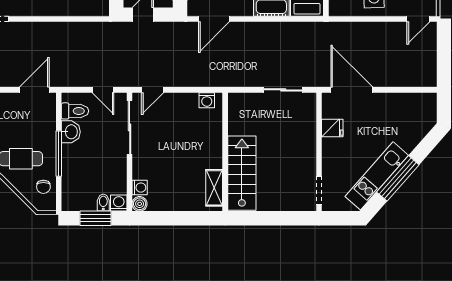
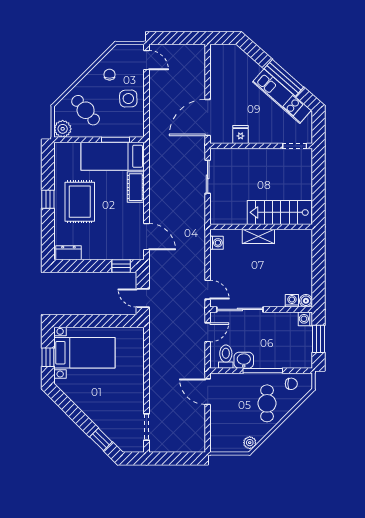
shelving: (214, 188) -> (258, 236), moved
bidet: (103, 203) -> (305, 332), removed

